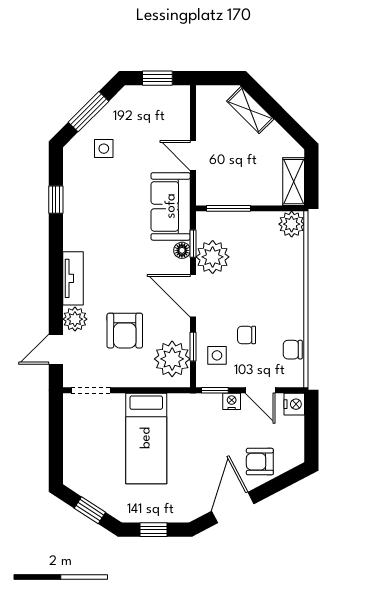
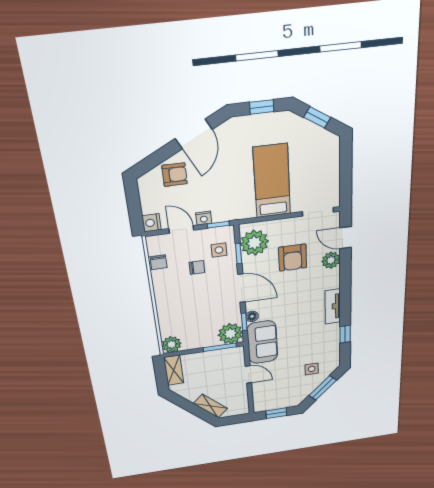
plant: (213, 257) -> (230, 334), moved
tv unit: (73, 278) -> (333, 307), moved
armchair: (125, 331) -> (293, 258), turned 180
door: (56, 349) -> (346, 238), swing flipped
chair: (293, 350) -> (159, 262), turned 90

